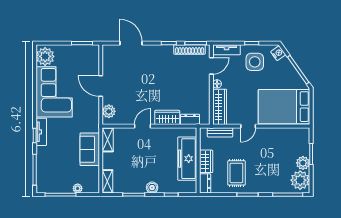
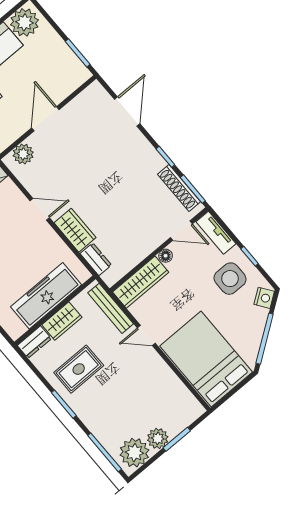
bench: (220, 132) -> (111, 308), width x1.36

